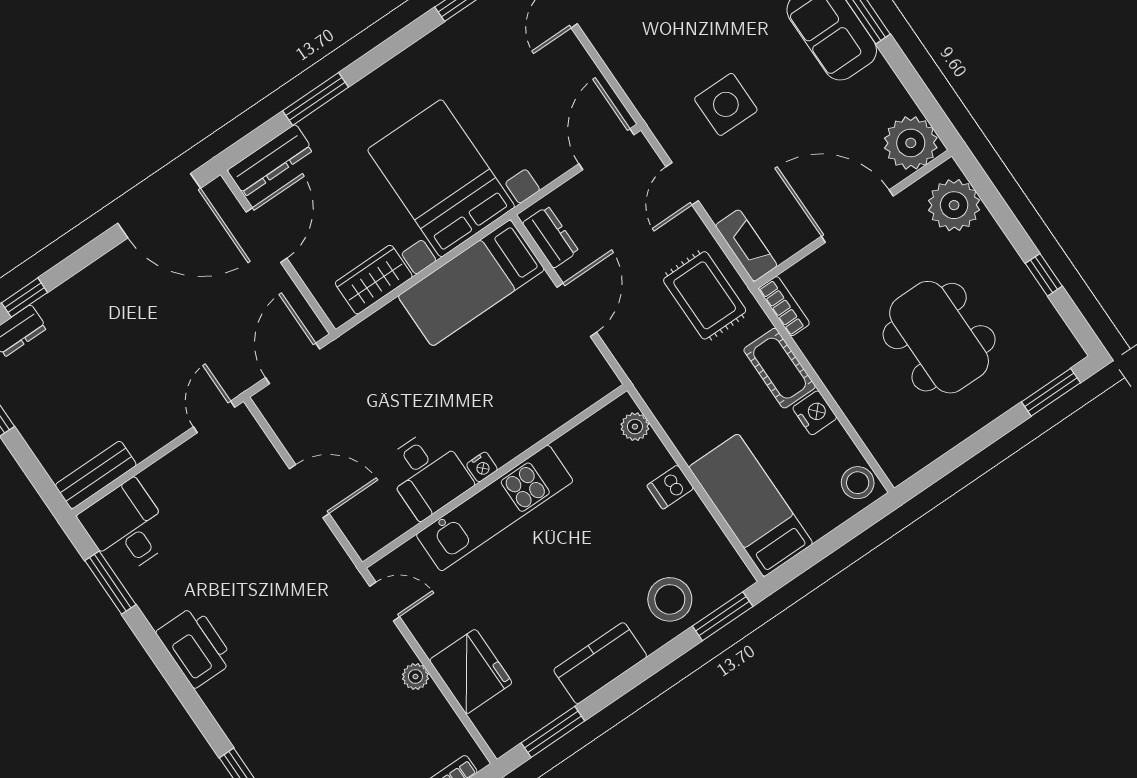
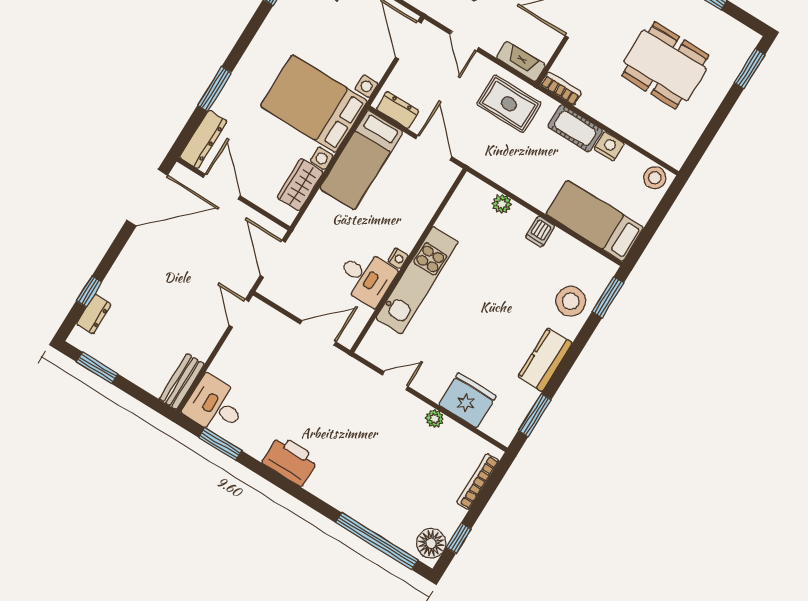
nightstand: (482, 467) -> (398, 258), moved
desk: (427, 474) -> (366, 277), moved
wall: (495, 476) -> (408, 261), moved
kitchen unit: (495, 508) -> (417, 280), moved

